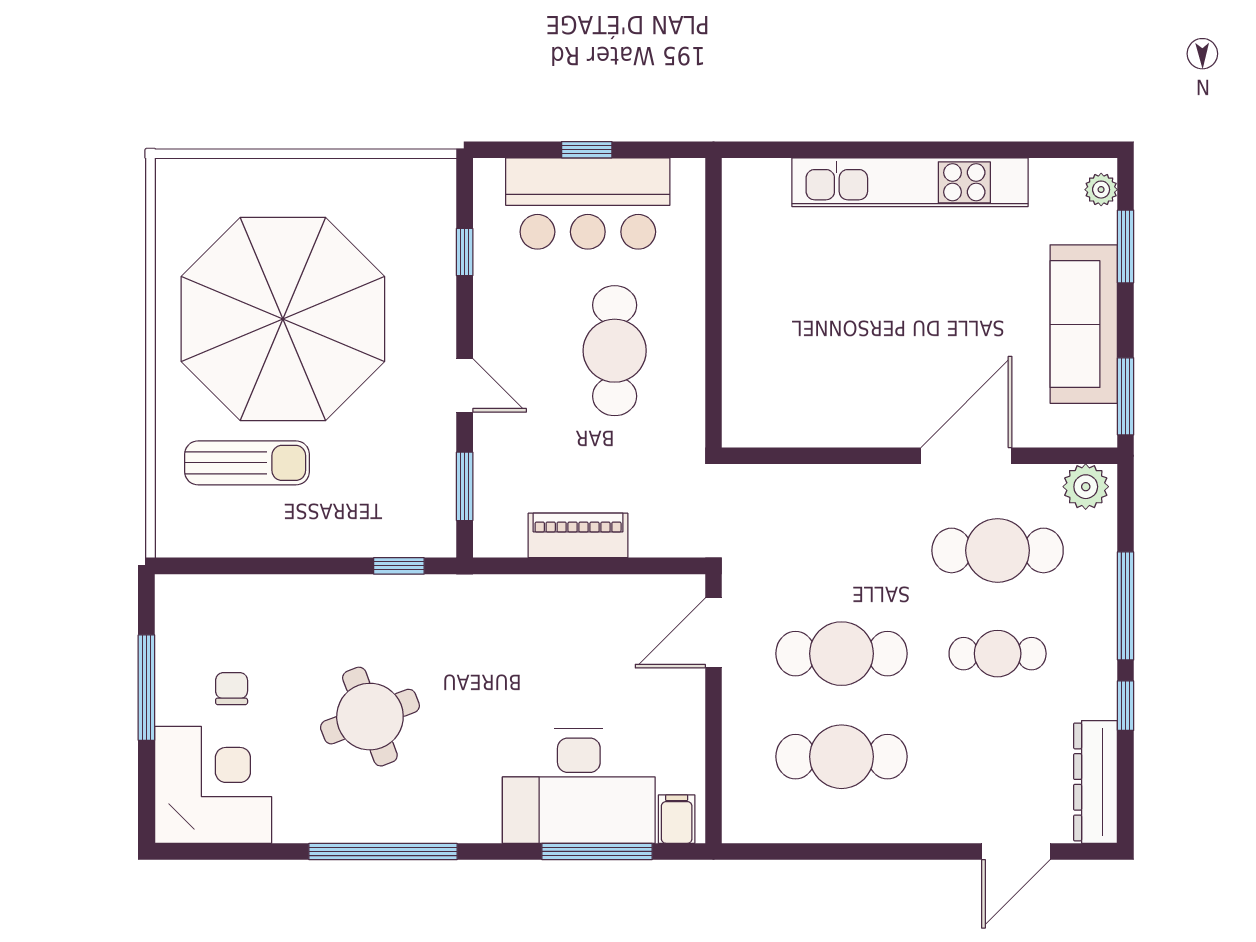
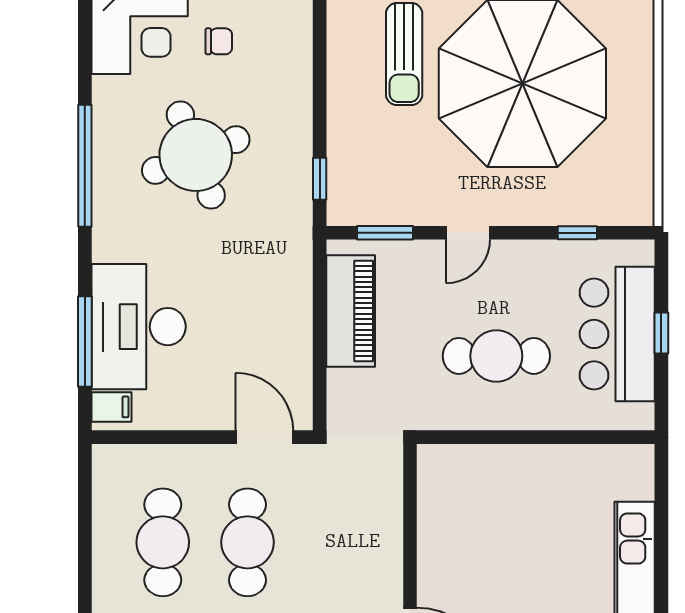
piano: (578, 535) -> (351, 311), width x1.37, depth x1.33
round table: (370, 717) -> (196, 155), width x1.36, depth x1.36

